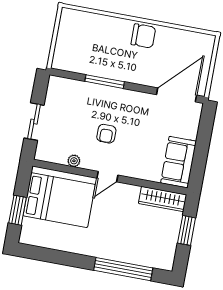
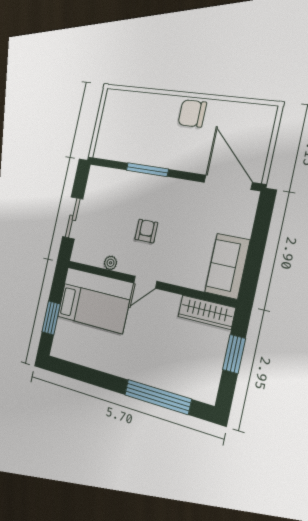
chair: (143, 36) -> (192, 113), turned 180
door: (177, 95) -> (228, 182), hinge flipped
armchair: (106, 134) -> (146, 231), turned 180
bed: (59, 200) -> (93, 308), width x0.67

